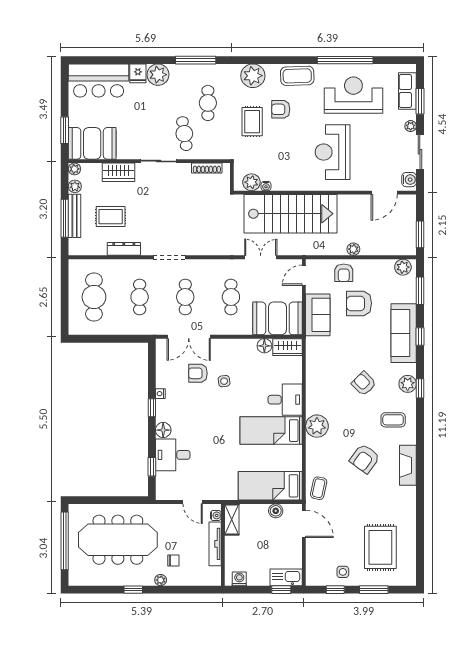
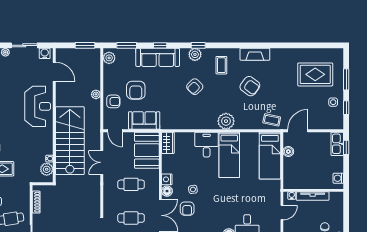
reception desk: (333, 152) -> (38, 106), moved, turned -90
nightstand: (238, 346) -> (167, 179), added
floor lamp: (264, 346) -> (167, 191), moved
shelving: (232, 520) -> (295, 184), removed

